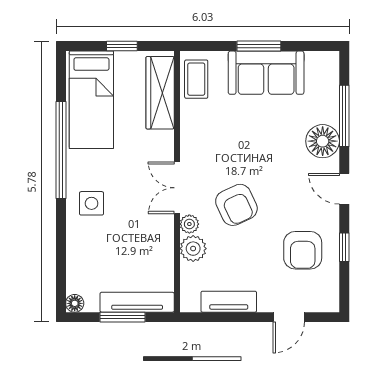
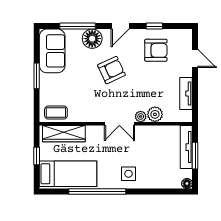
sofa: (266, 73) -> (52, 51), moved
armchair: (236, 205) -> (111, 70), moved

